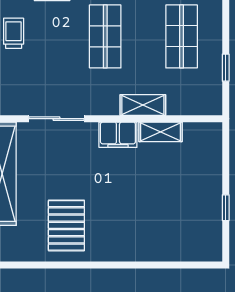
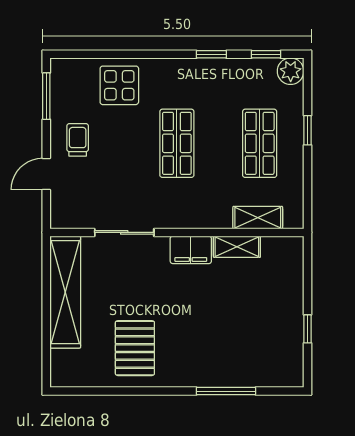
window: (226, 68) -> (307, 130), moved
shelving: (143, 105) -> (258, 218), moved
window: (150, 265) -> (226, 391), added

